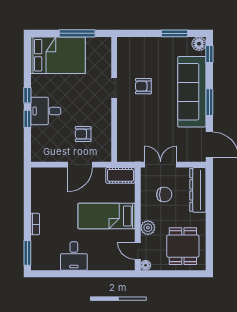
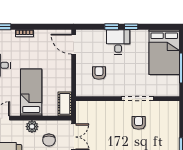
doorway: (114, 88) -> (137, 99), width x1.87
door: (80, 165) -> (74, 44), moved
plant: (148, 228) -> (32, 127), moved

